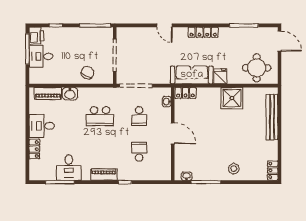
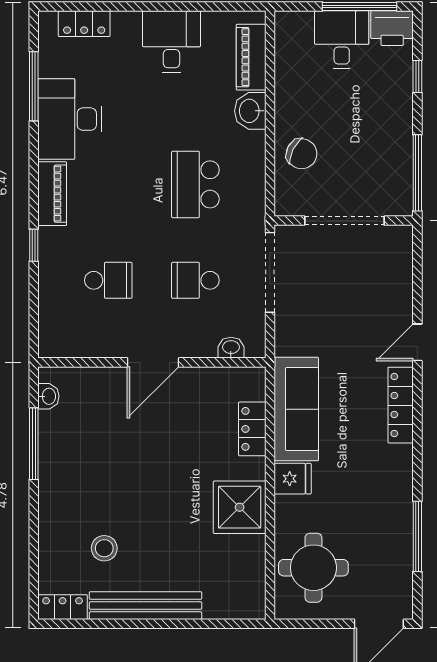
locker: (203, 32) -> (401, 405), moved
locker: (185, 93) -> (252, 429), moved
bench: (272, 117) -> (146, 606), moved
locker: (34, 149) -> (84, 24), moved
desk: (69, 167) -> (70, 119), width x1.37
stool: (234, 169) -> (104, 548), moved

